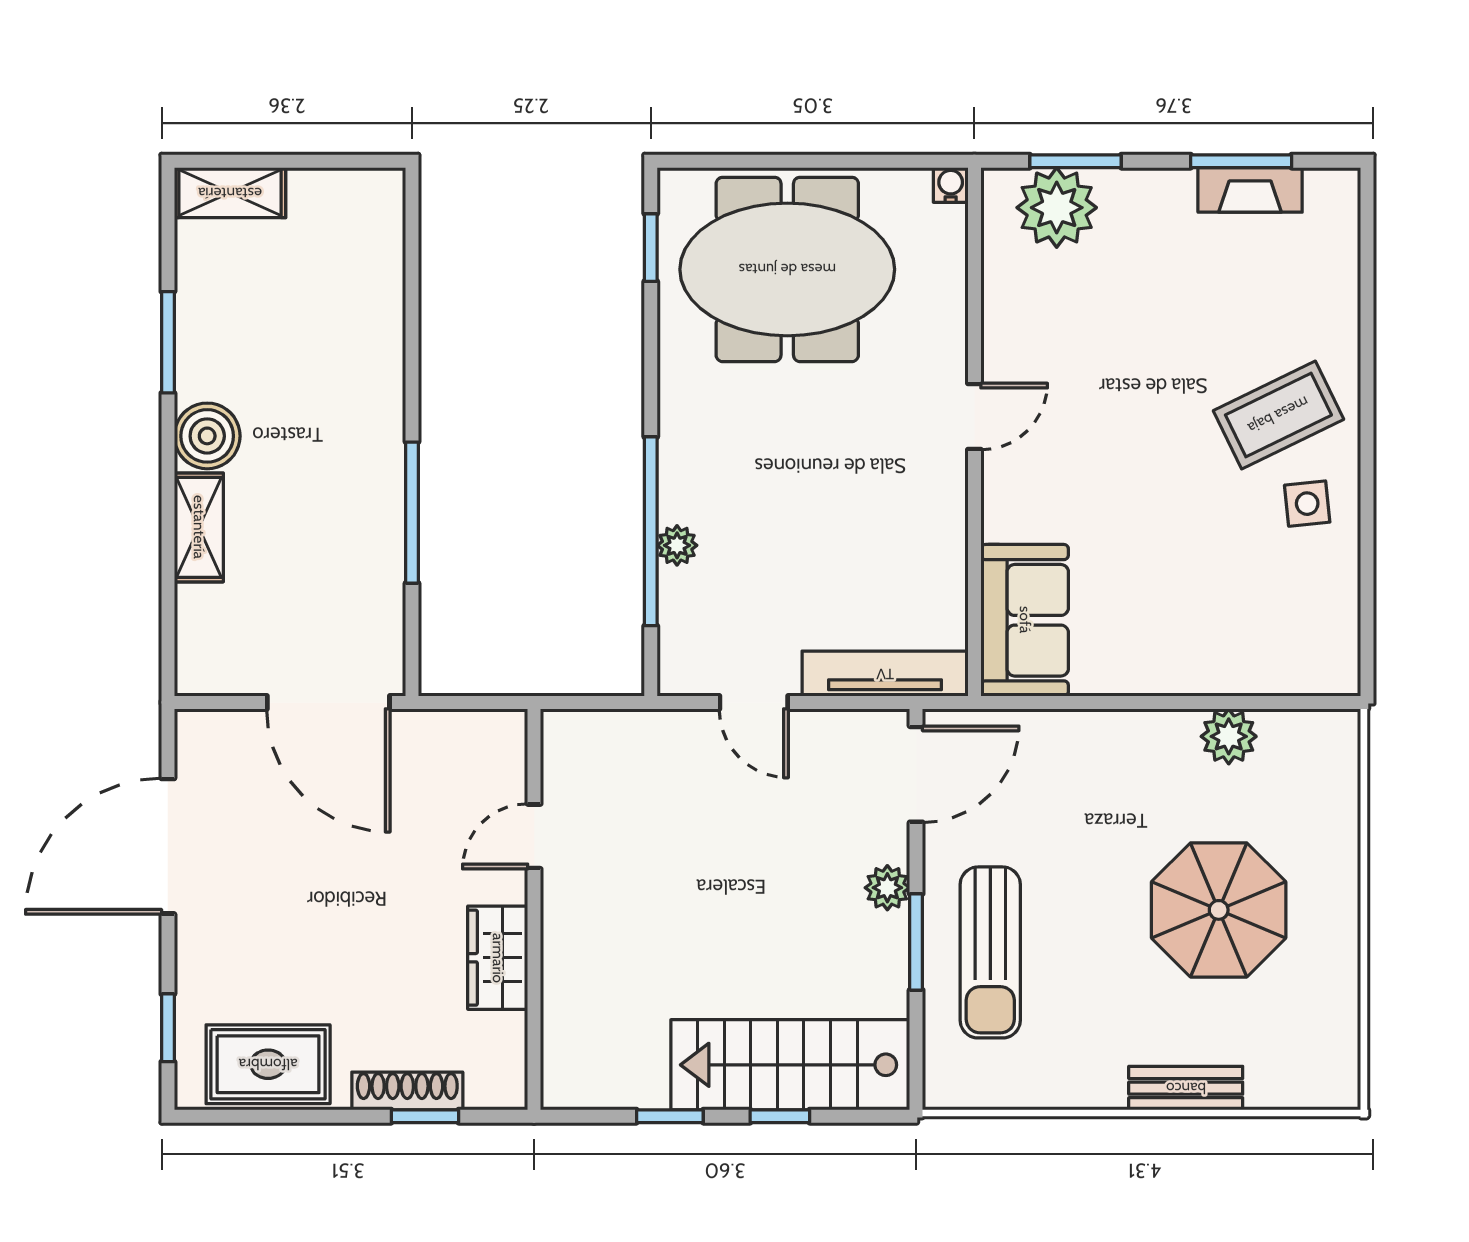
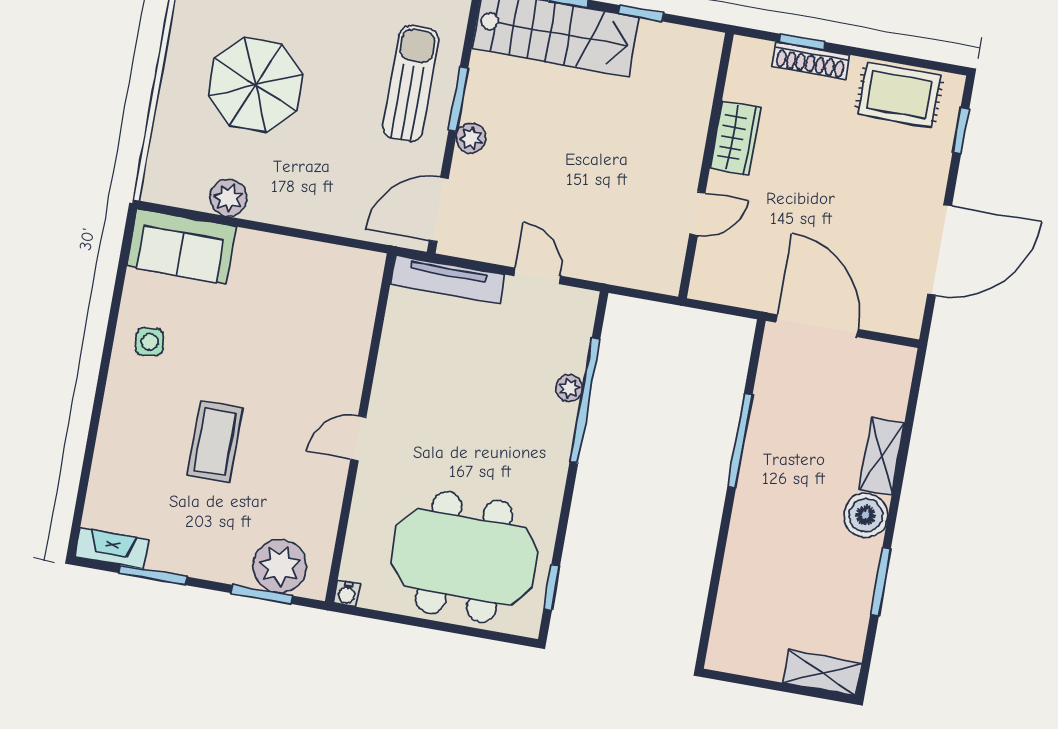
fireplace: (1250, 190) -> (112, 548), moved
coffee table: (1278, 415) -> (215, 442), moved, turned -64
sofa: (1025, 620) -> (182, 247), moved, turned -90

